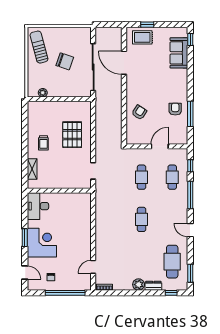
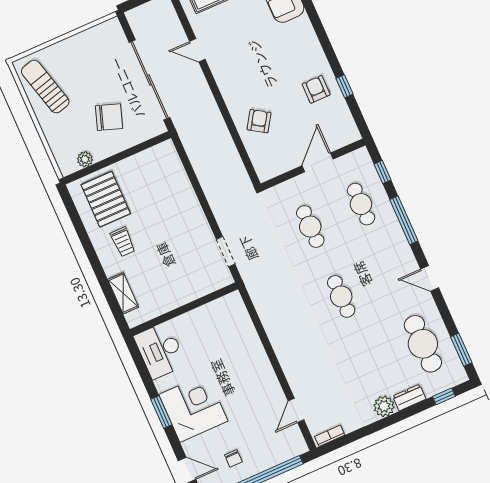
chair: (65, 61) -> (109, 117), moved
door: (124, 63) -> (197, 50), width x0.53
window: (190, 114) -> (345, 86), width x0.46
pallet: (72, 135) -> (106, 199), moved

